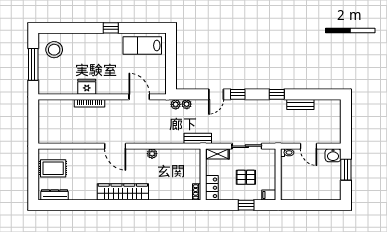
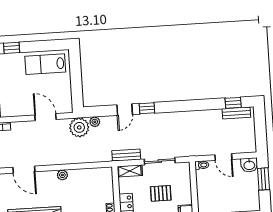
window: (277, 94) -> (233, 103), moved
plant: (176, 104) -> (79, 127), width x1.87, depth x1.87
bench: (300, 104) -> (236, 113), moved
bench: (198, 138) -> (126, 155), moved

